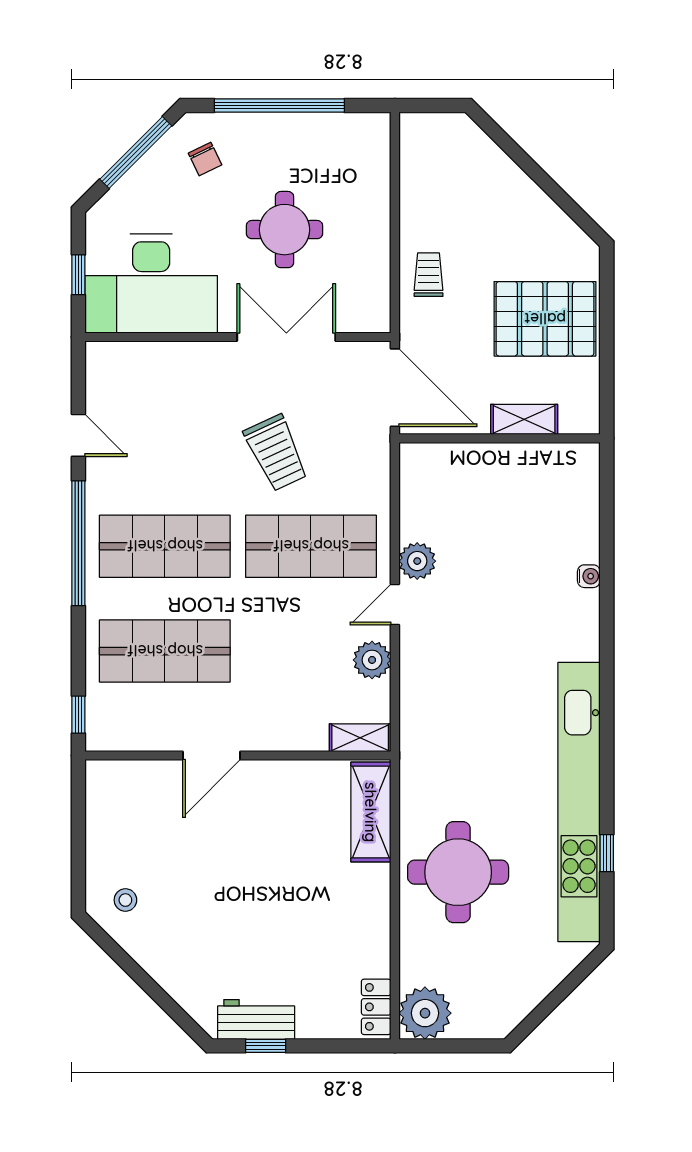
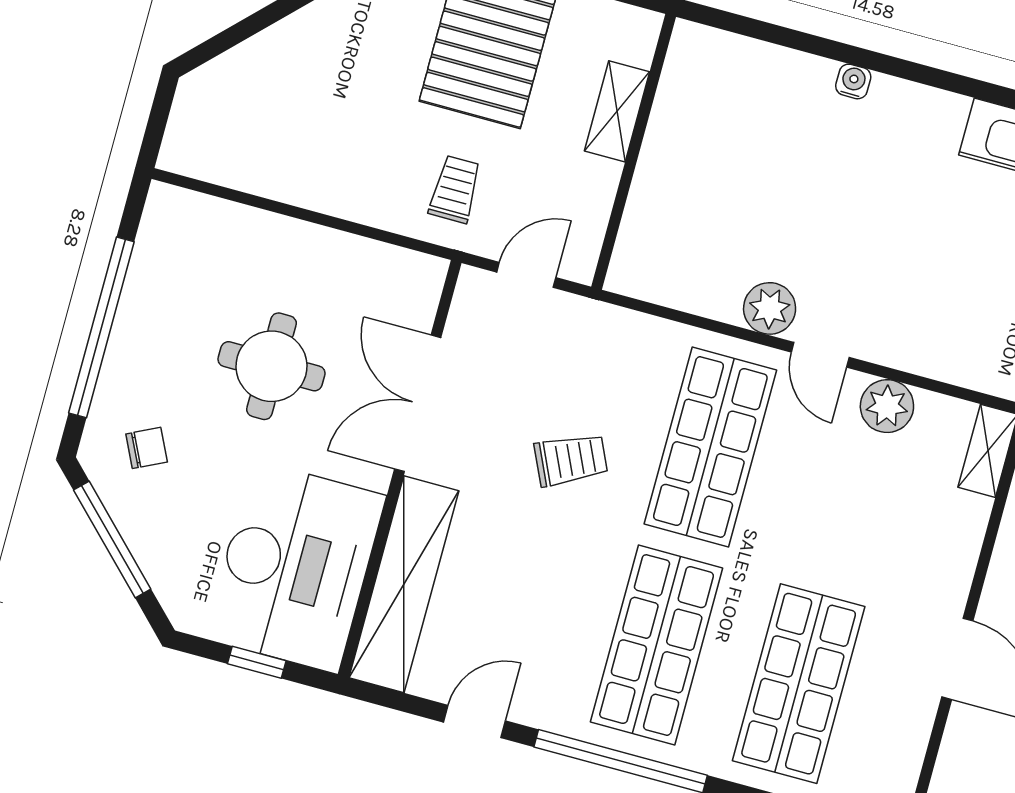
trolley: (429, 275) -> (455, 189), moved, turned 90
shelving: (159, 361) -> (404, 584), added
door: (395, 388) -> (526, 275), width x0.53
trolley: (276, 453) -> (571, 460), width x0.73, depth x0.72

